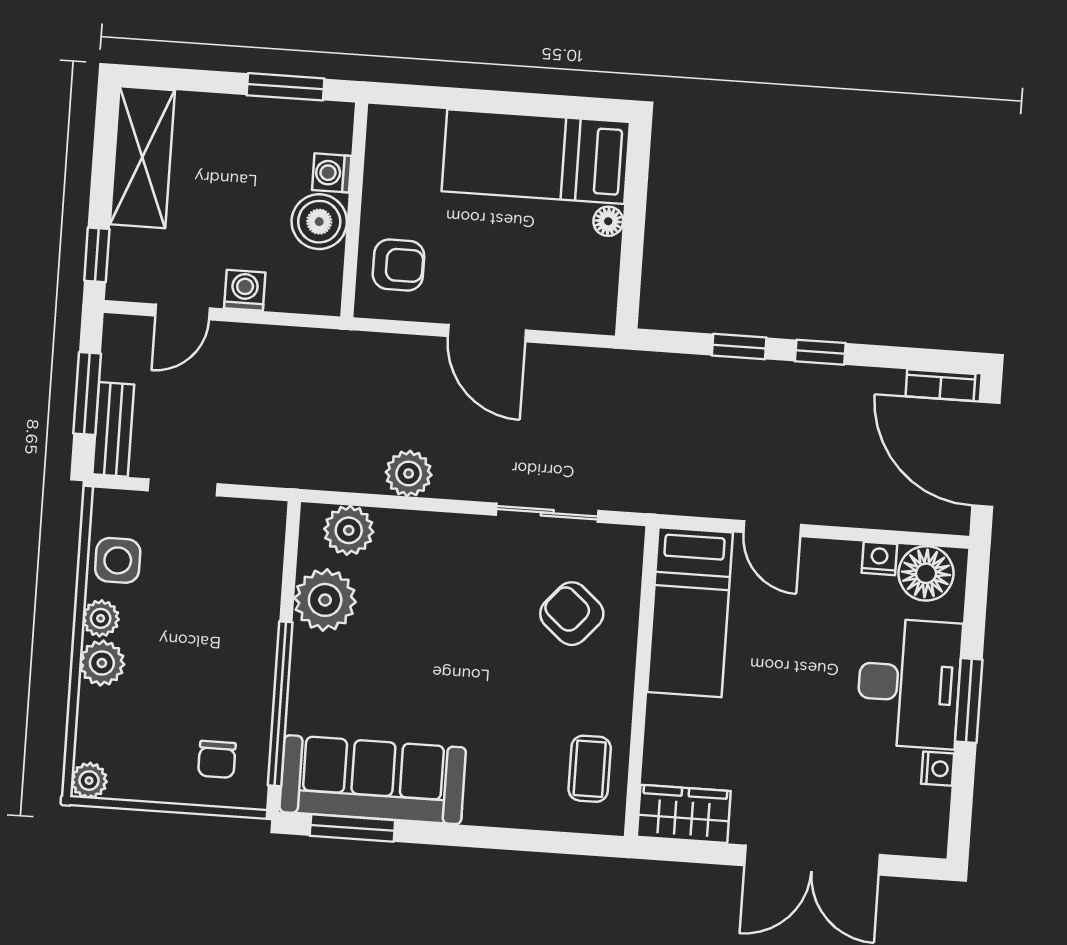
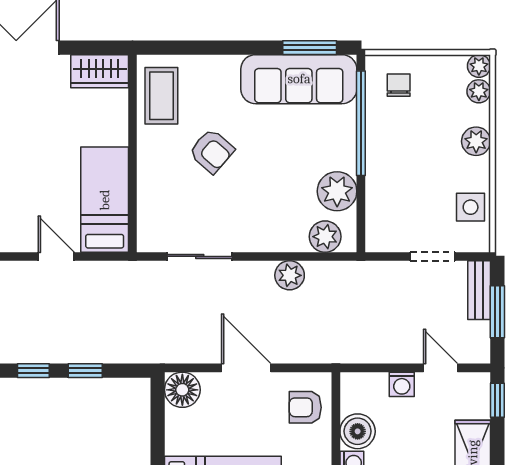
floor lamp: (608, 221) -> (182, 390), moved, width x1.89, depth x1.89
door: (182, 312) -> (440, 368), hinge flipped
armchair: (572, 614) -> (212, 151), moved
plant: (101, 618) -> (479, 91), moved
coffee table: (590, 769) -> (161, 96), width x1.36, depth x1.30

